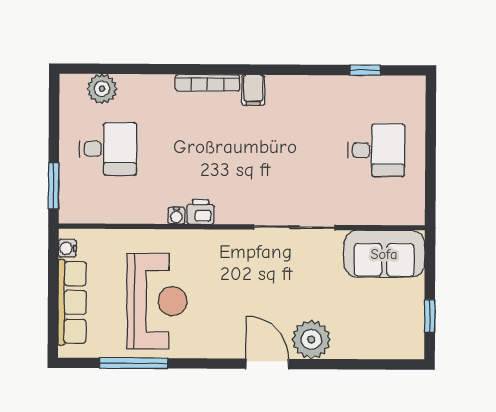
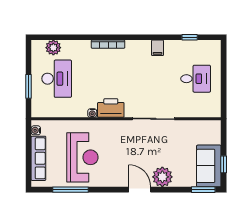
filing cabinet: (253, 90) -> (158, 48), moved
desk: (108, 149) -> (57, 79), width x1.37
window: (54, 186) -> (29, 86), moved
printer: (200, 212) -> (111, 108), width x1.87, depth x1.48
sofa: (384, 254) -> (209, 166), moved, turned 90
window: (390, 364) -> (203, 190), added

